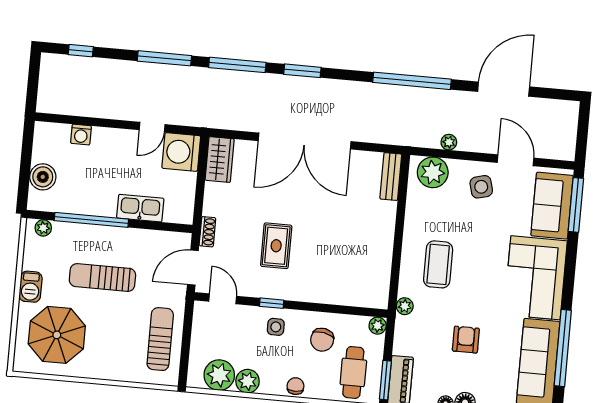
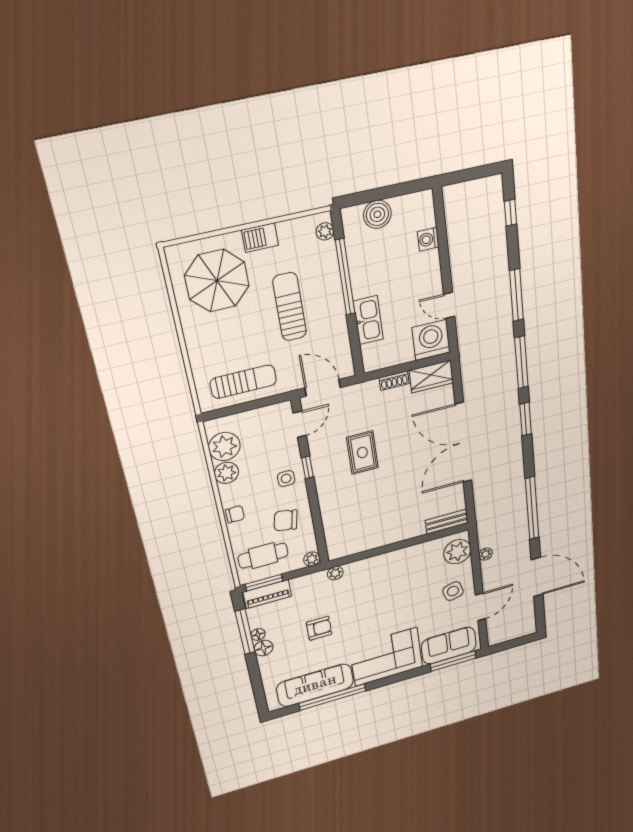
shoe rack: (207, 232) -> (394, 381), moved
rug: (276, 246) -> (362, 452), turned 90
coffee table: (438, 264) -> (379, 584), removed

